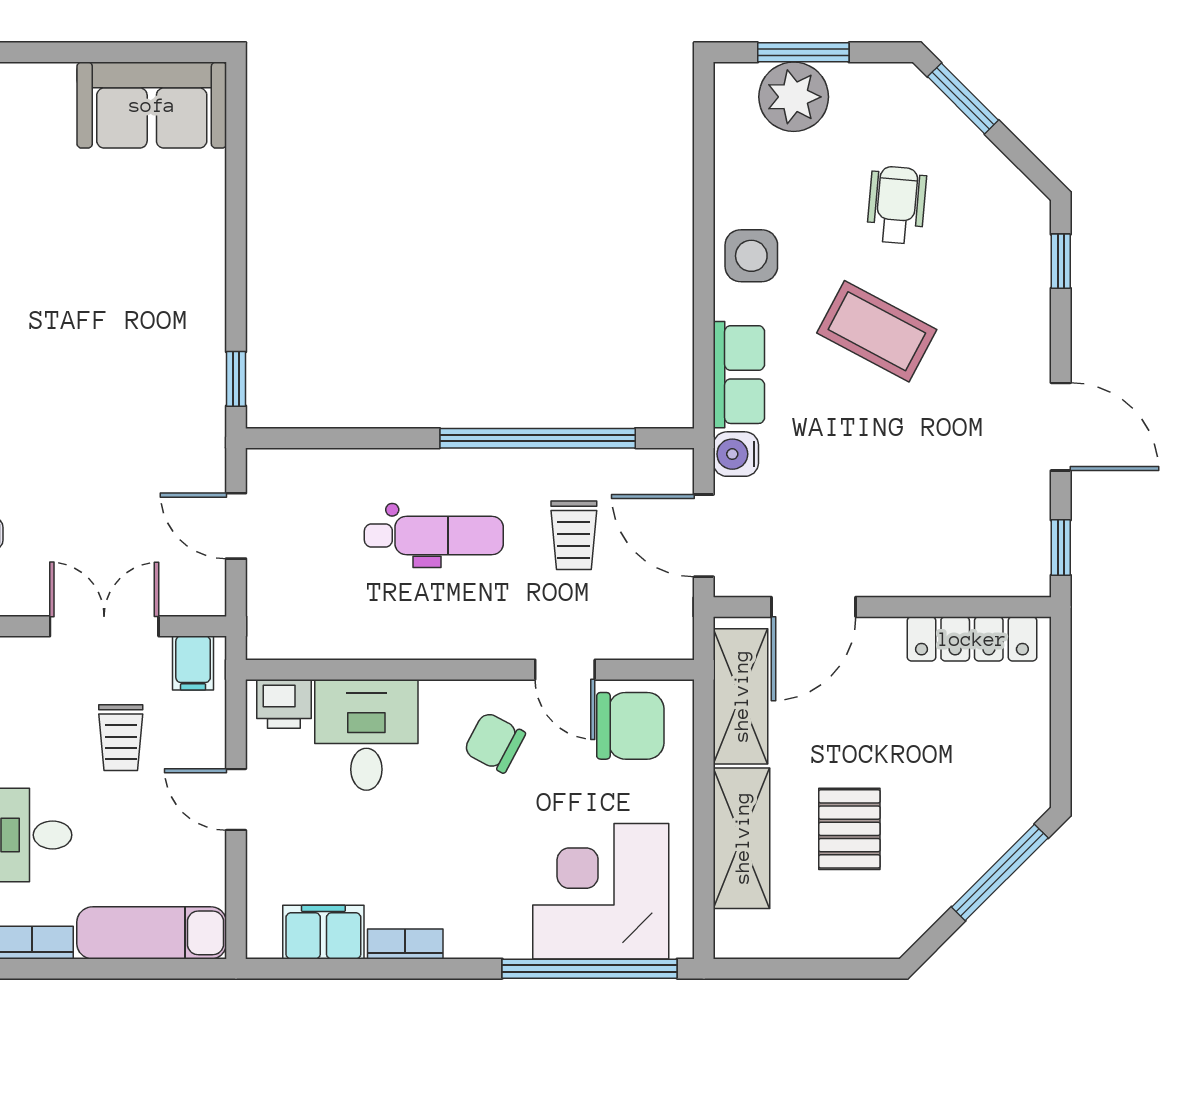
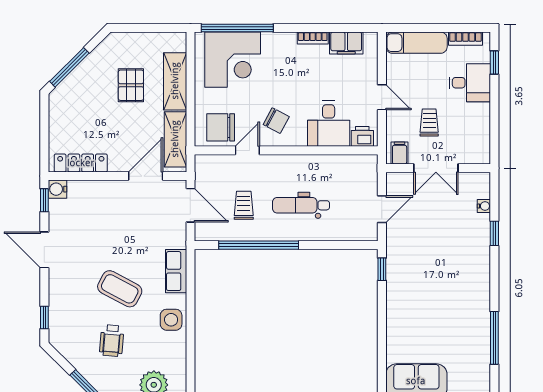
water cooler: (736, 454) -> (58, 189), moved, turned 180
door: (236, 526) -> (382, 209), hinge flipped
door: (565, 670) -> (247, 150), hinge flipped

